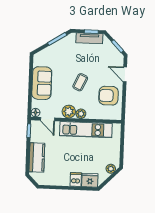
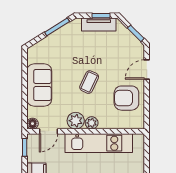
door: (125, 74) -> (147, 70), hinge flipped
door: (48, 119) -> (49, 131), hinge flipped

